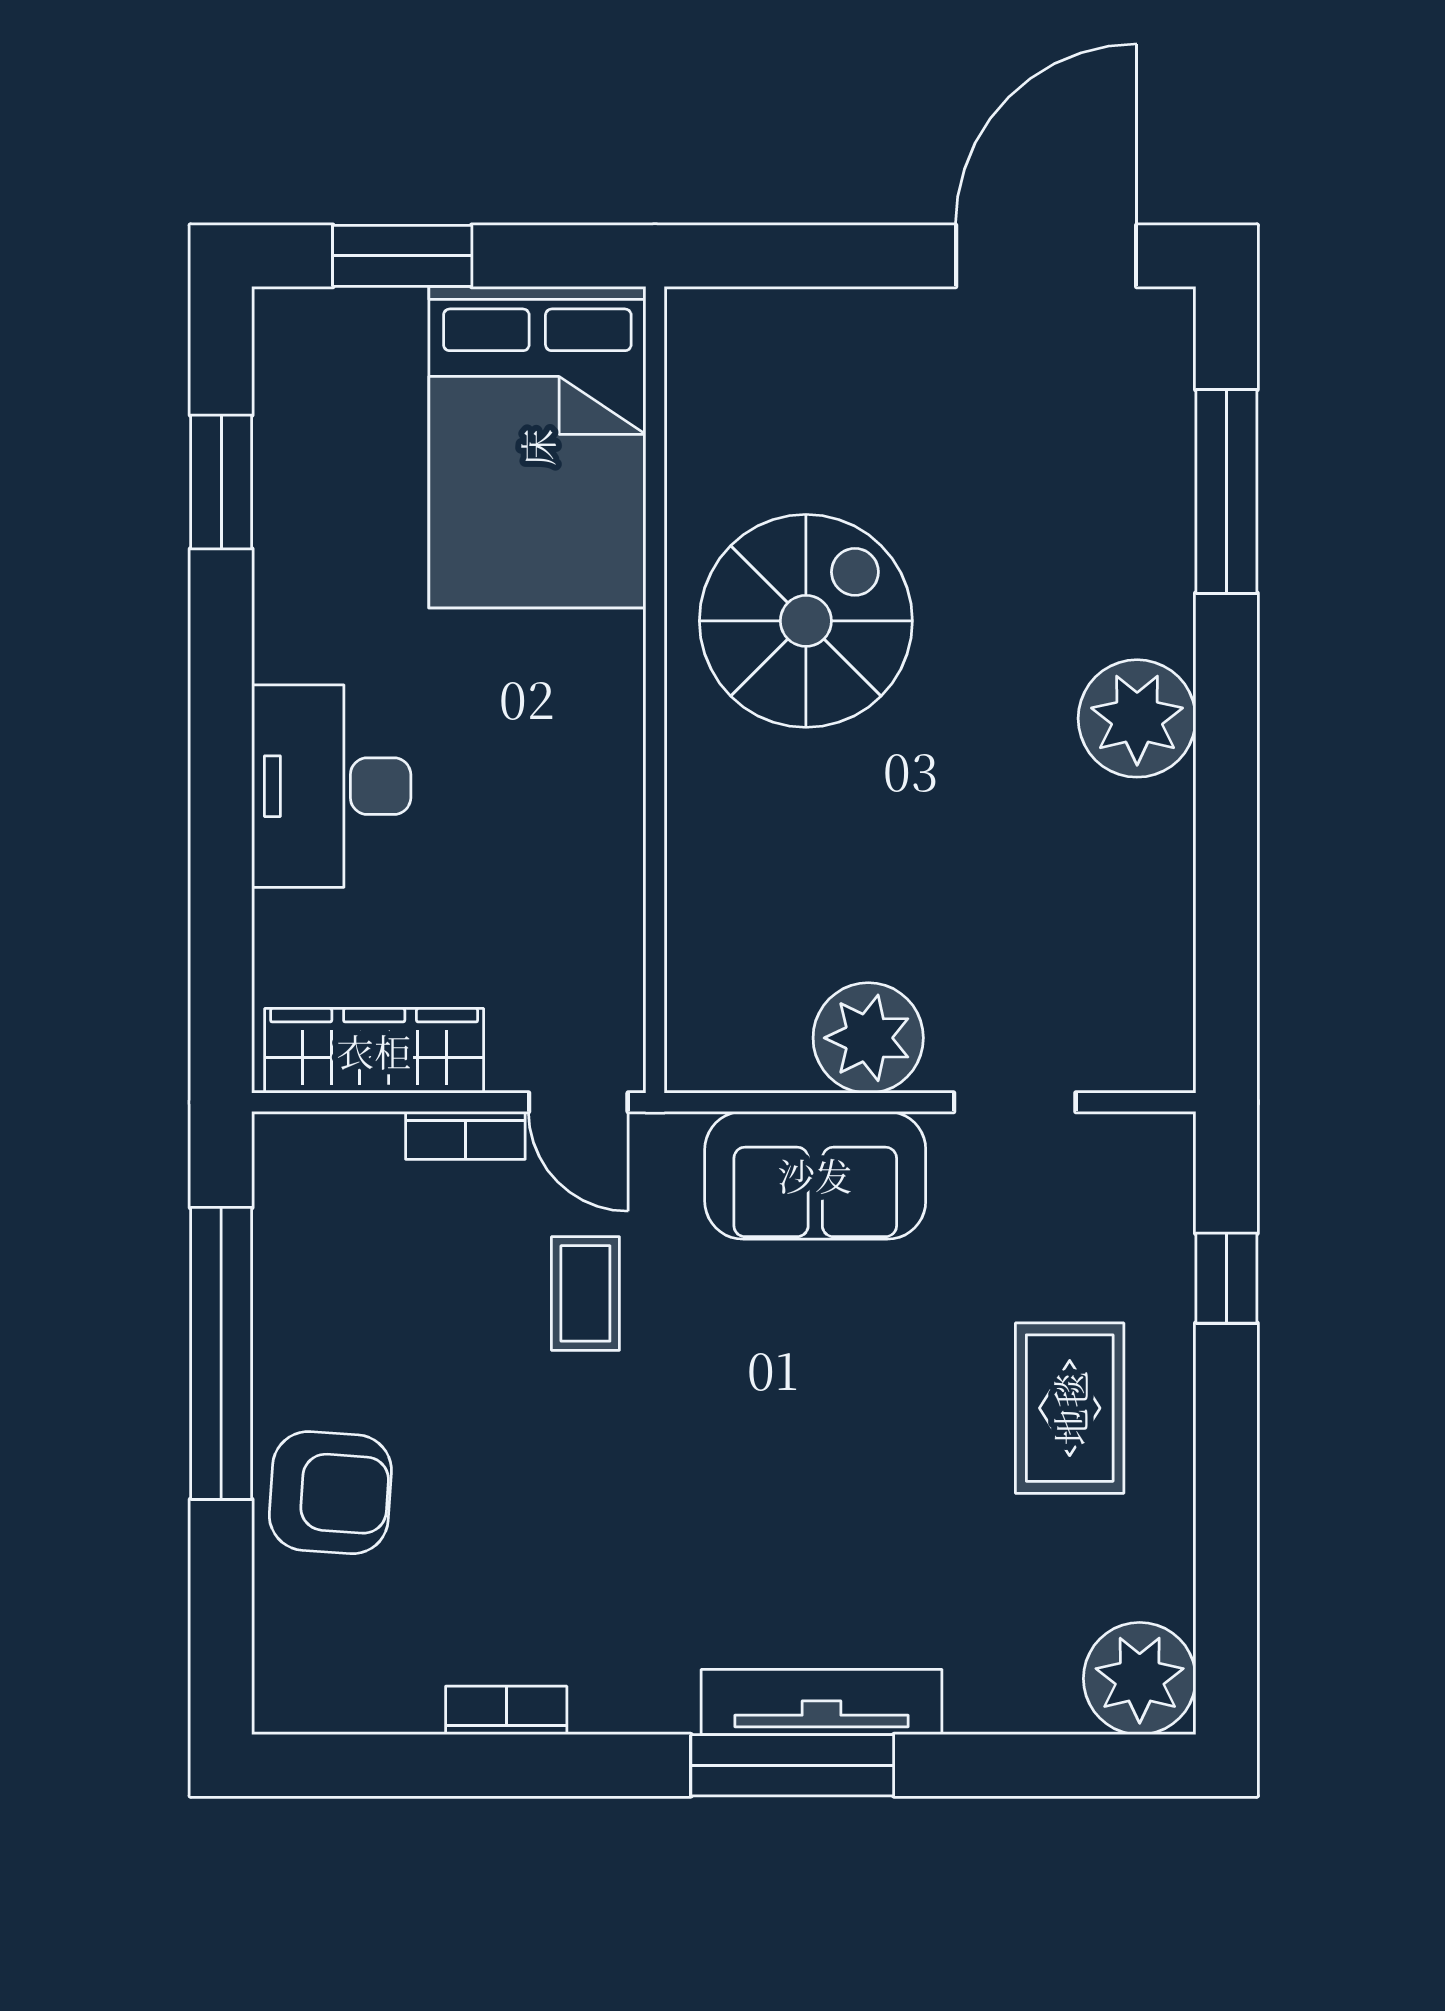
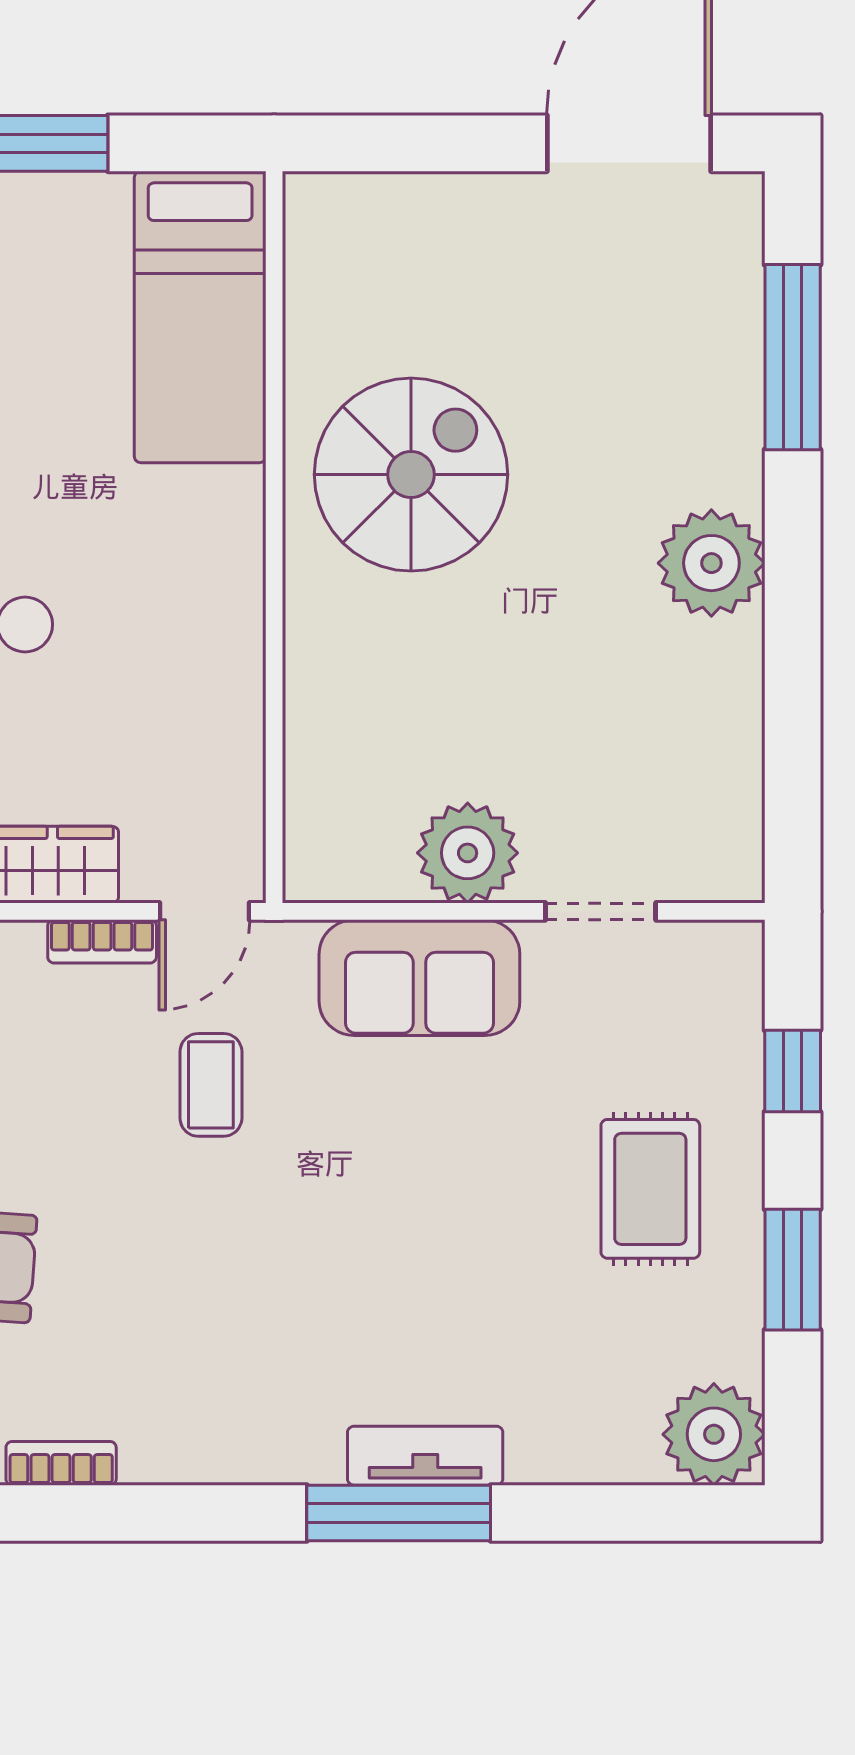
bed: (537, 447) -> (200, 317), width x0.67
door: (578, 1102) -> (204, 911), hinge flipped
window: (1226, 1497) -> (793, 1270), added
tv unit: (822, 1702) -> (425, 1456), width x0.71
bookcase: (506, 1710) -> (61, 1463), moved

